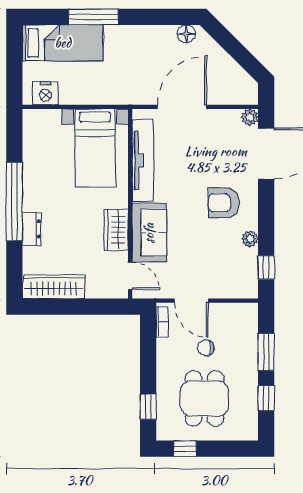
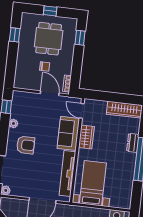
window: (266, 352) -> (12, 60), removed
window: (185, 449) -> (50, 11), moved

